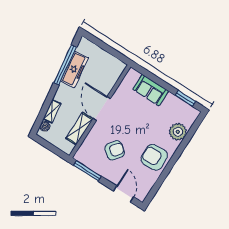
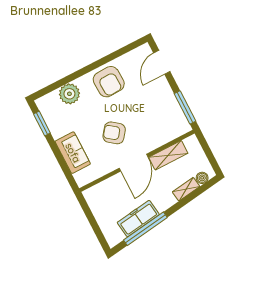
armchair: (115, 150) -> (114, 133), moved

